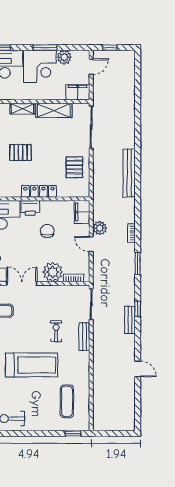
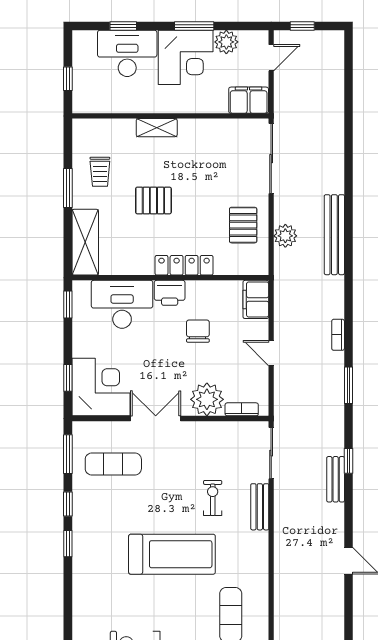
shelving: (54, 110) -> (209, 130), removed
plant: (100, 228) -> (285, 236), moved

